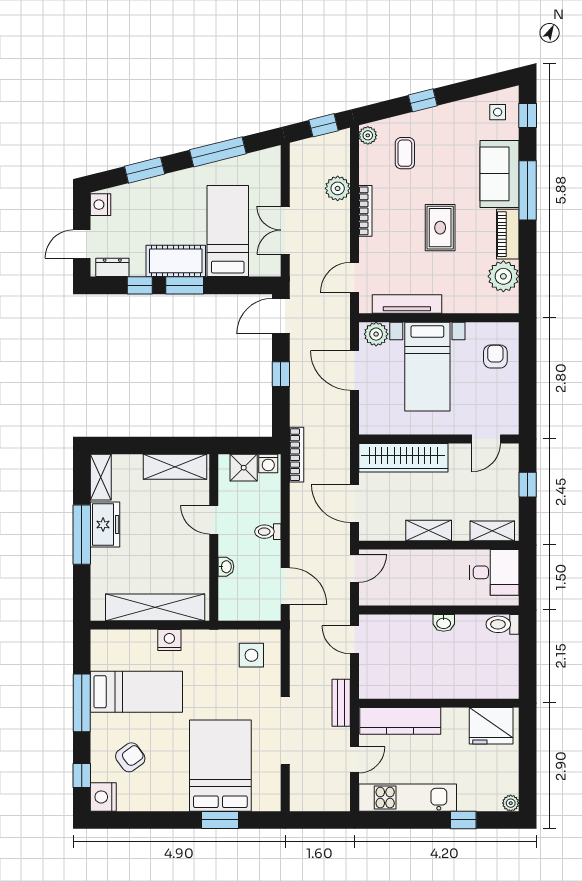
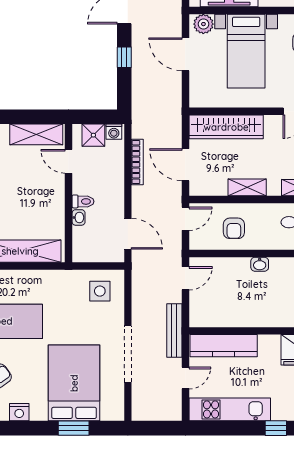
bookcase: (297, 455) -> (137, 162), moved
door: (214, 520) -> (68, 161), moved
toilet: (268, 532) -> (83, 201), moved, turned 180
armchair: (413, 580) -> (234, 228), added
nightstand: (169, 640) -> (19, 412), moved, turned 180
door: (354, 640) -> (185, 278), swing flipped
bench: (341, 703) -> (174, 331), width x1.36

